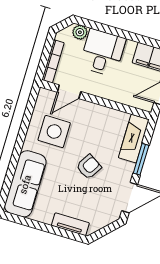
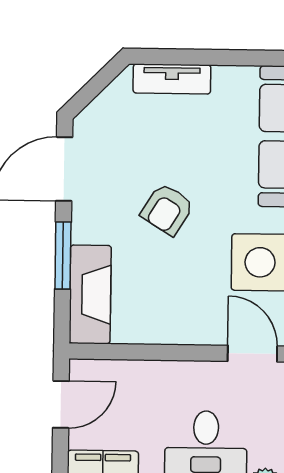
door: (69, 92) -> (252, 354), hinge flipped

